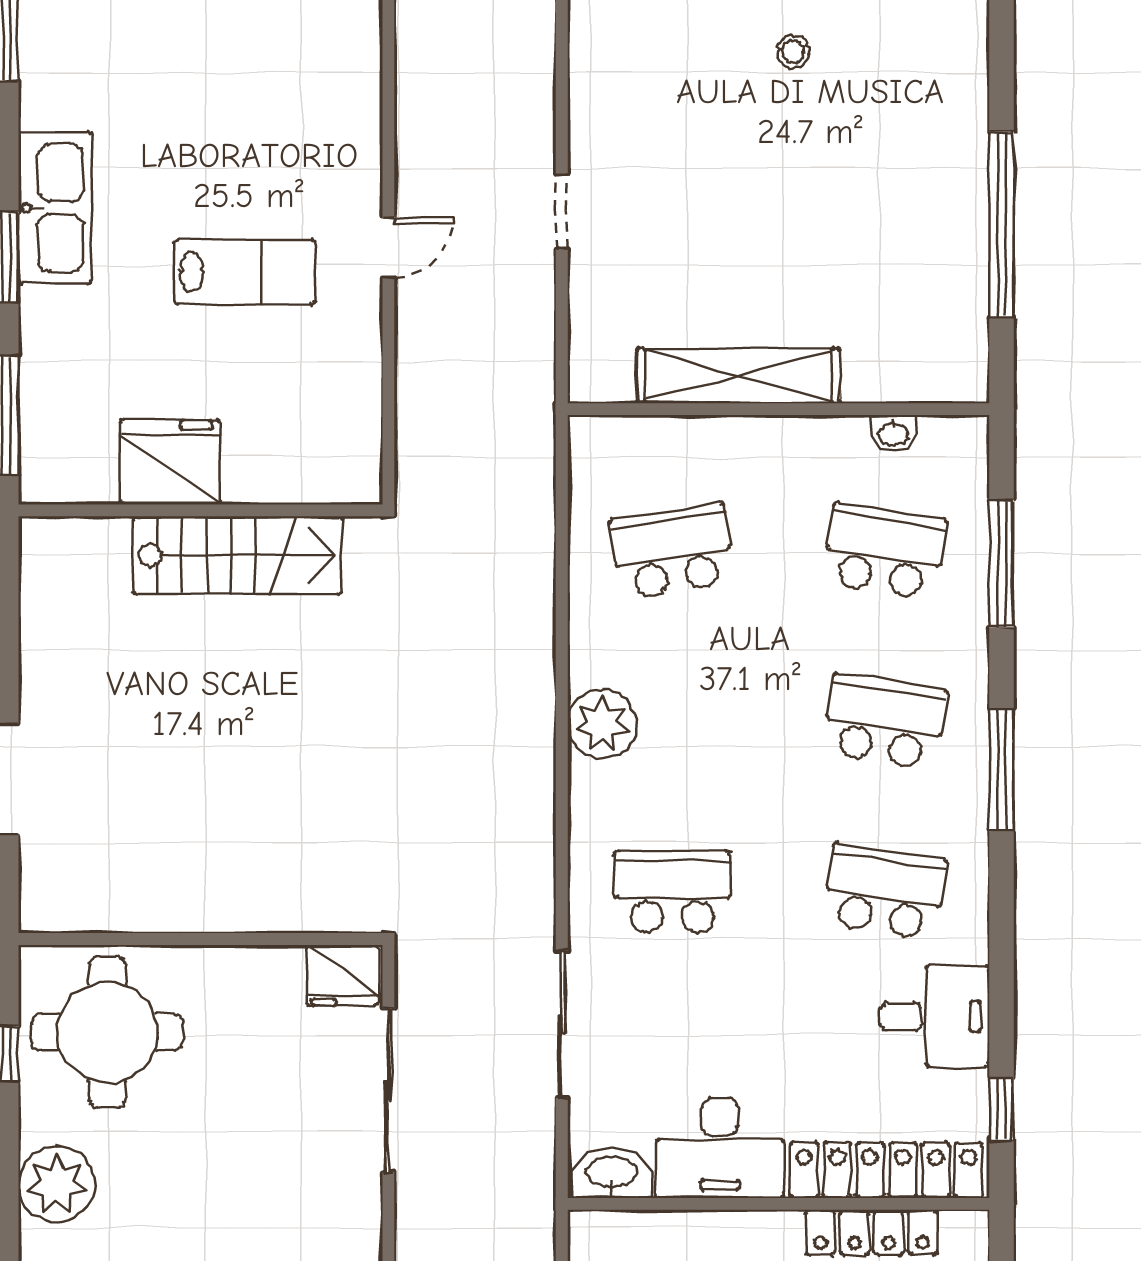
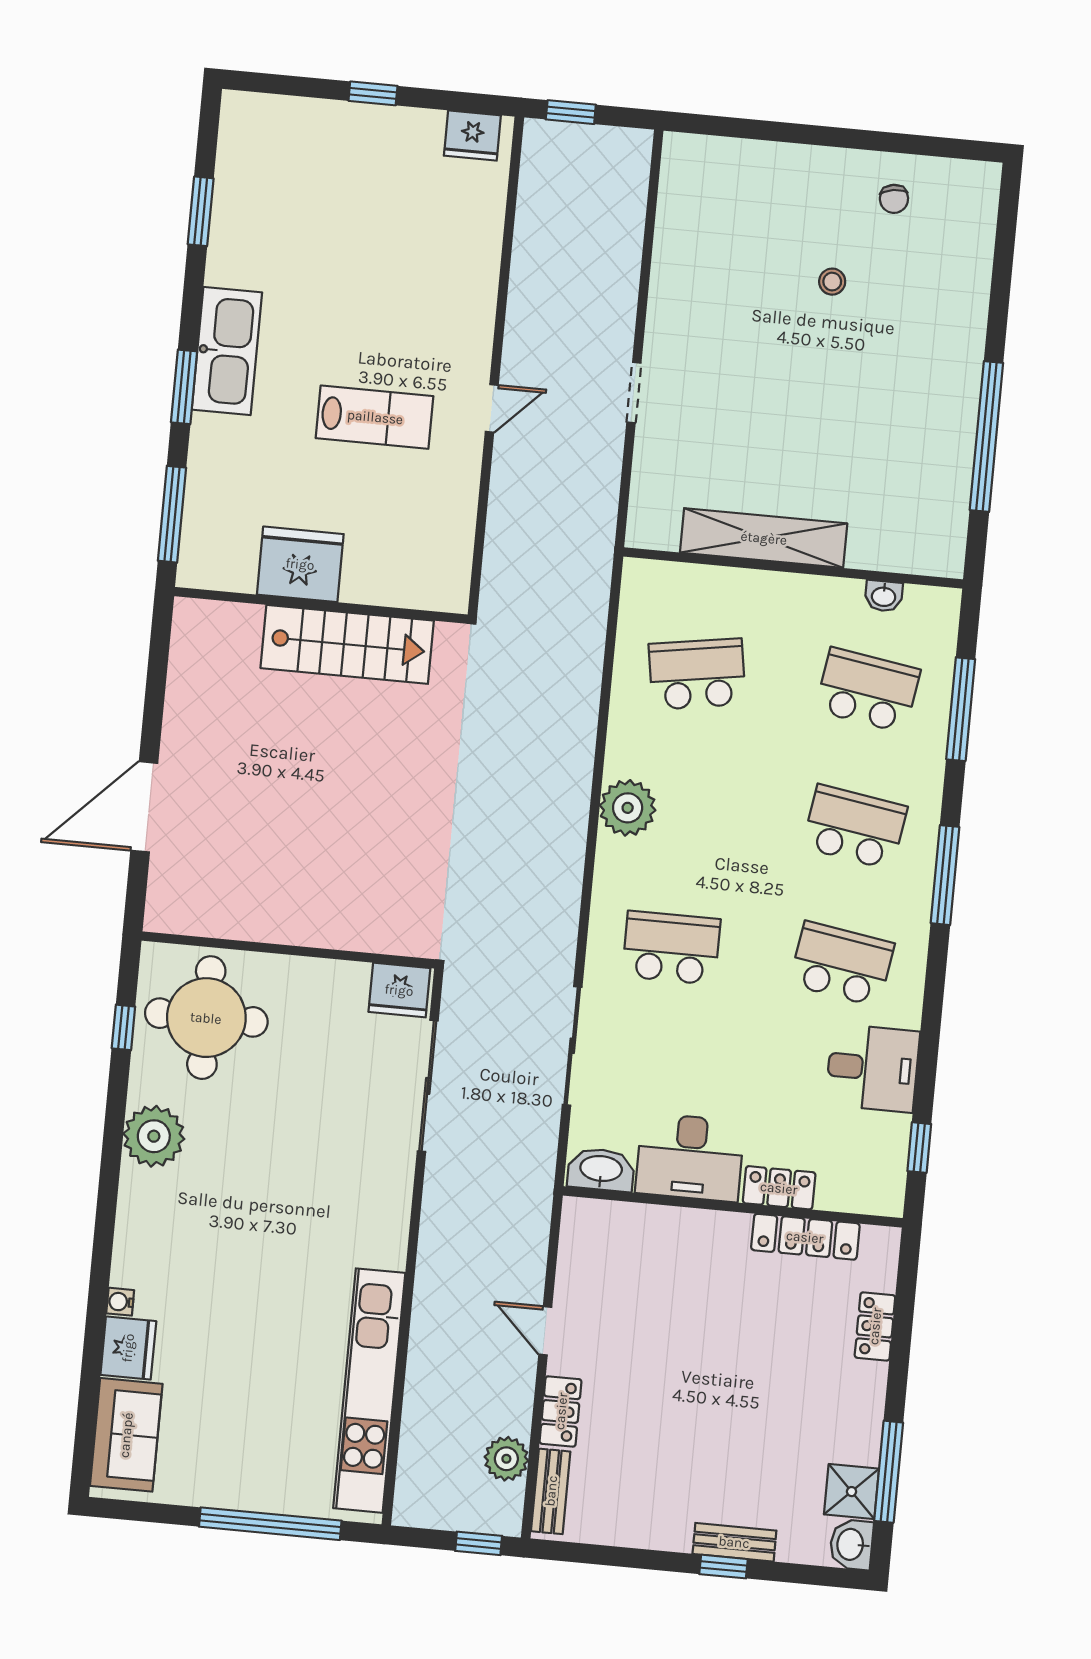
locker: (886, 1170) -> (779, 1188), width x0.46, depth x0.83

